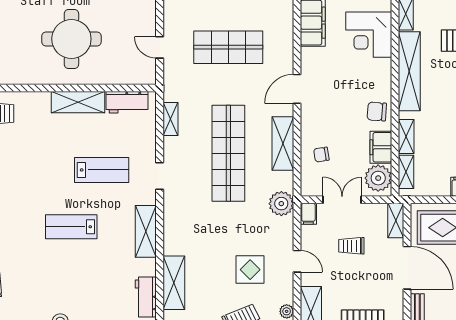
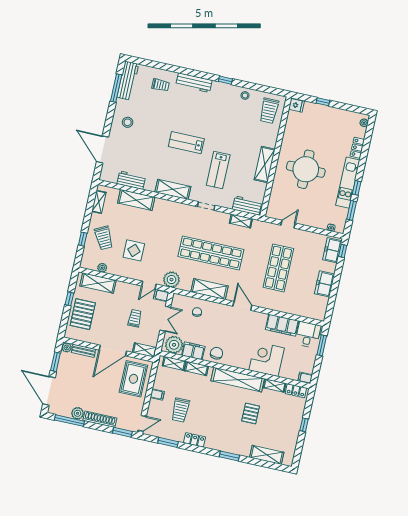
workbench: (127, 102) -> (247, 206), moved, turned 90
lab bench: (71, 227) -> (186, 143), turned -90
door: (297, 261) -> (149, 285), moved

